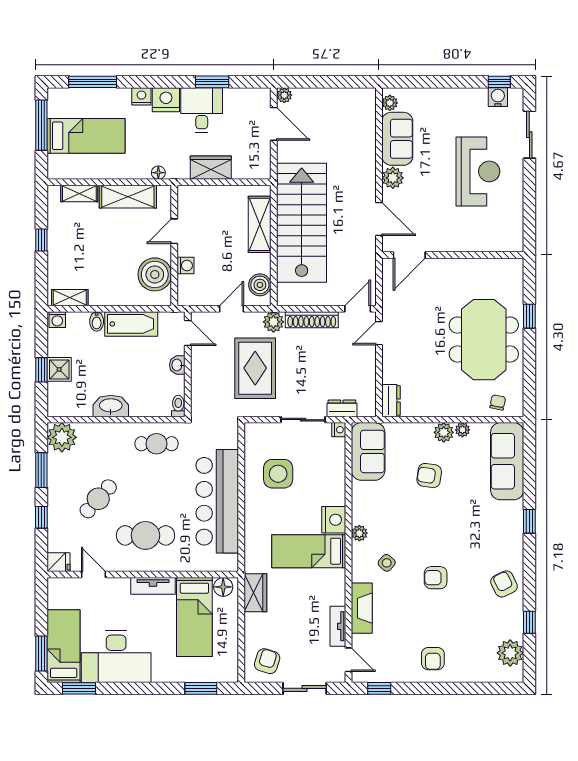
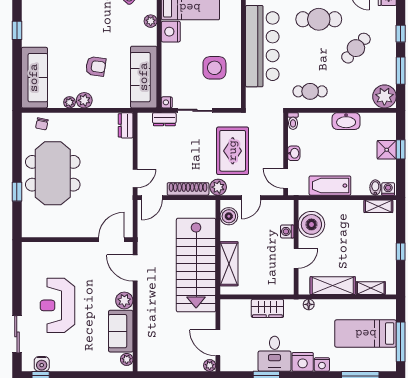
bidet: (97, 321) -> (375, 188), moved
sofa: (368, 451) -> (144, 77), width x1.36

